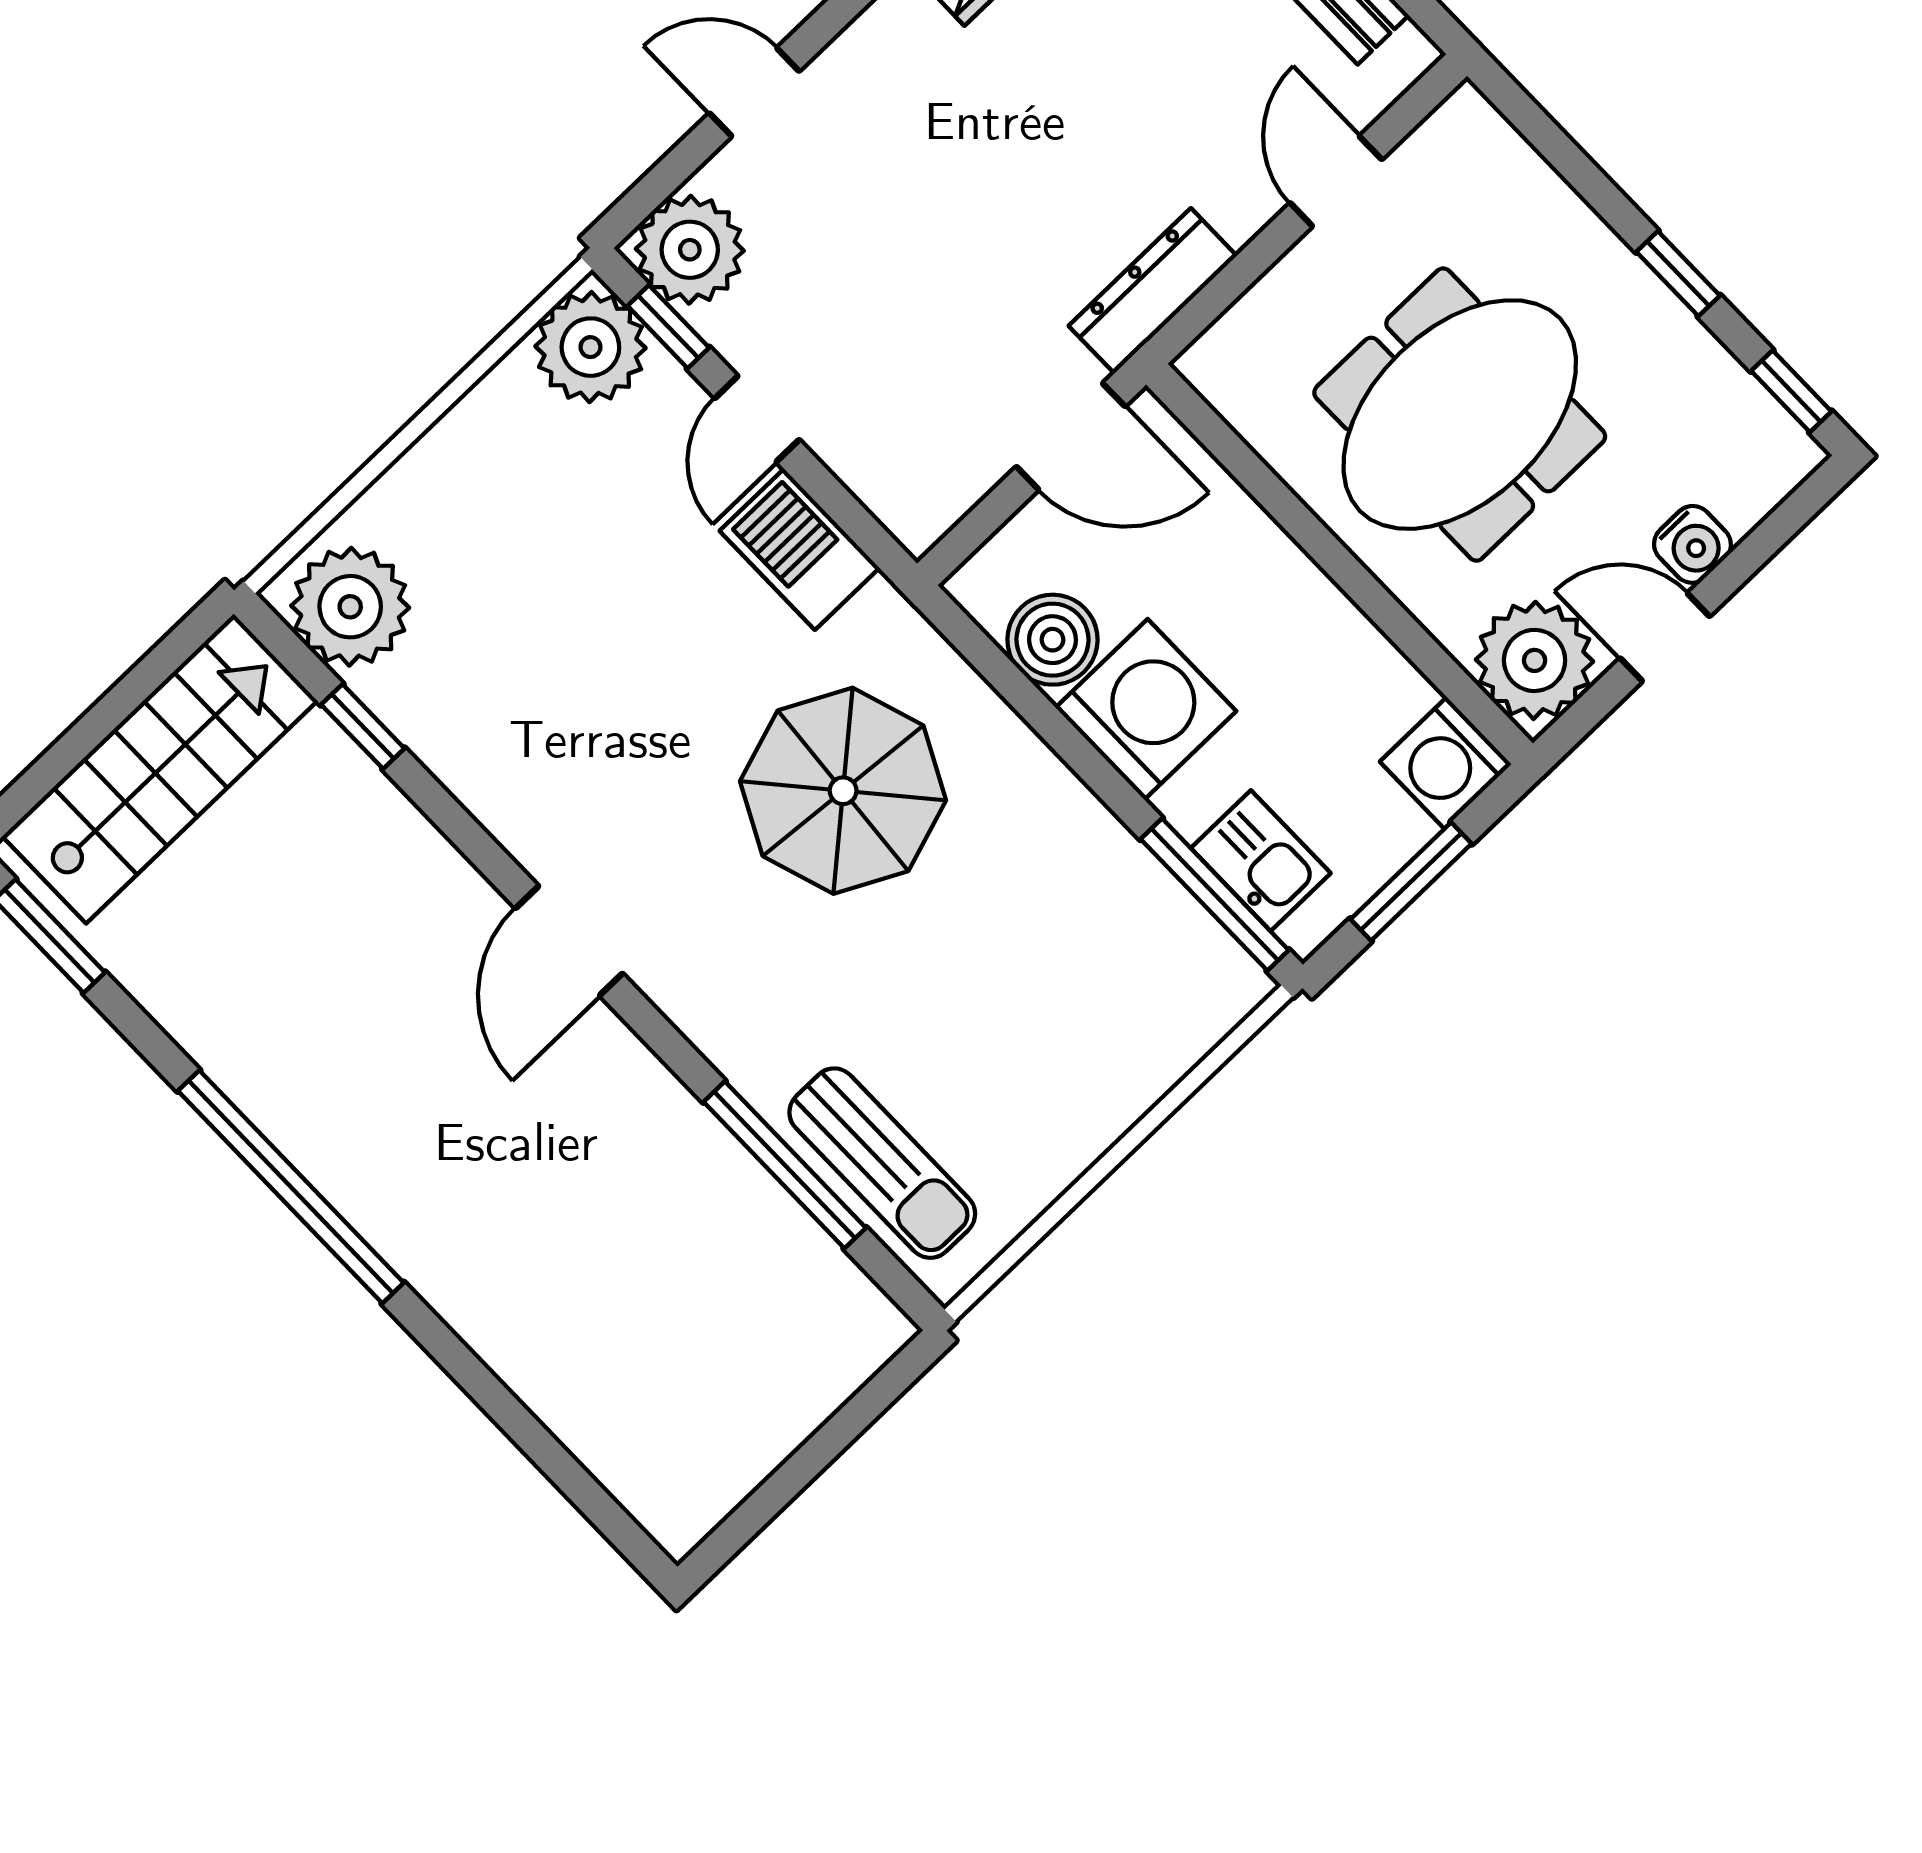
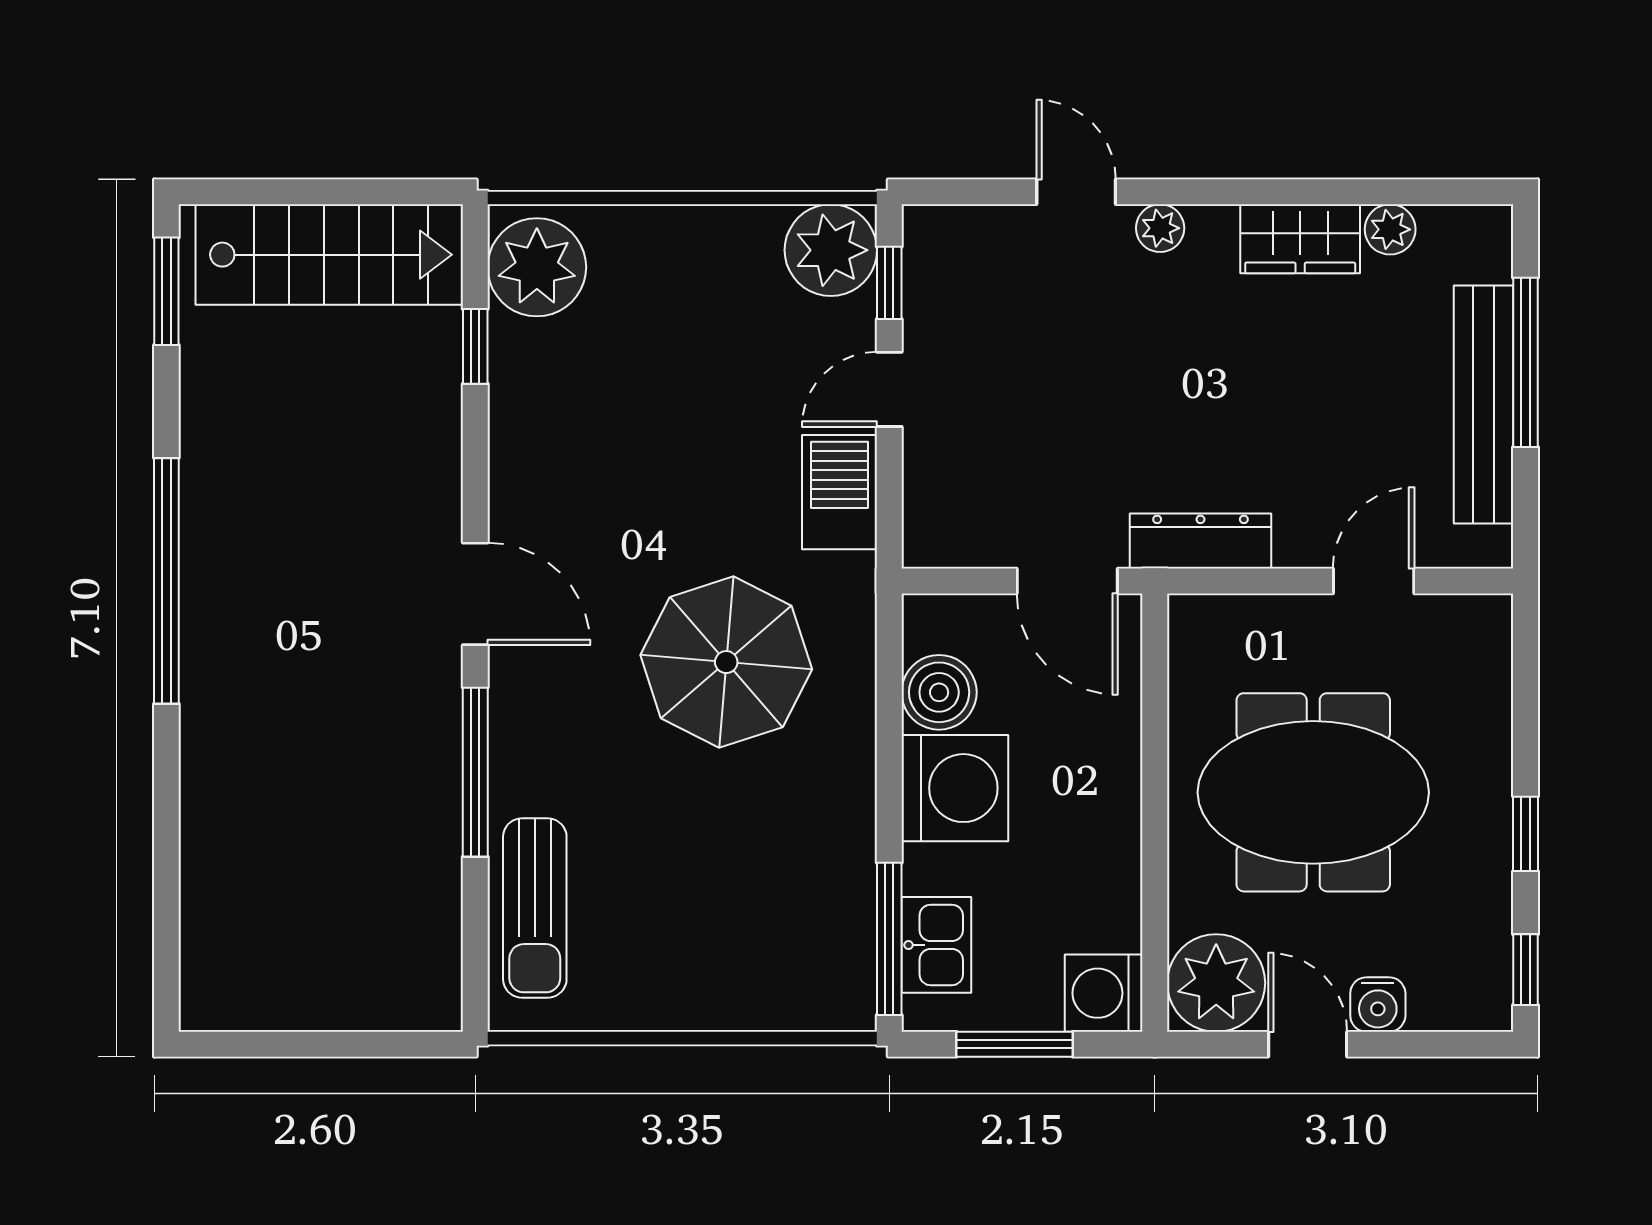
plant: (690, 250) -> (1160, 228), moved, width x0.53, depth x0.53
door: (569, 941) -> (475, 594), swing flipped
window: (785, 1165) -> (475, 772), moved

